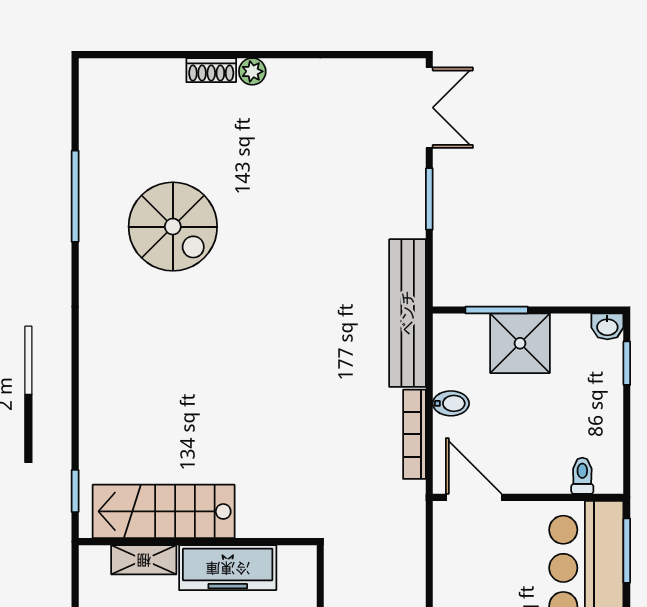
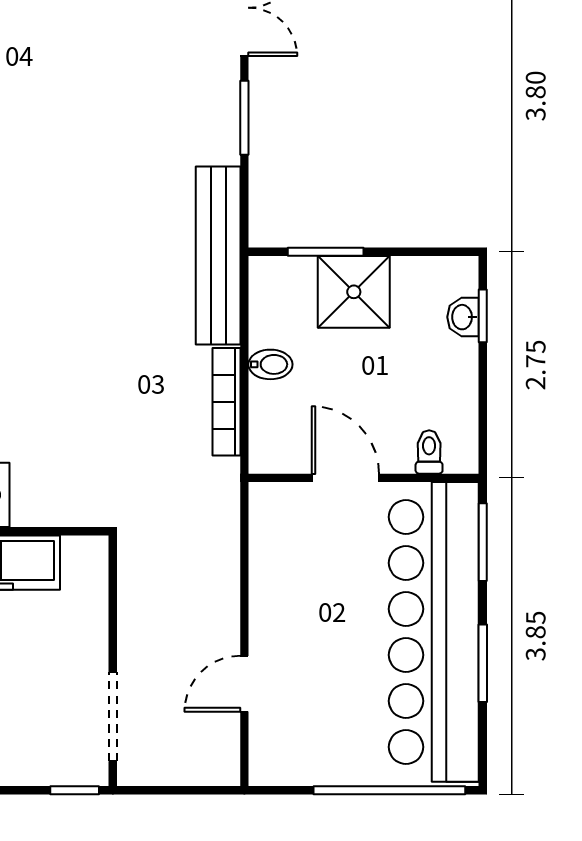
washbasin: (607, 326) -> (463, 317), moved, turned 90
door: (474, 497) -> (345, 478), moved

